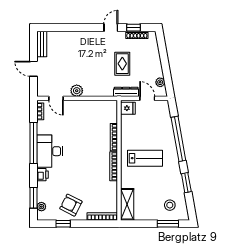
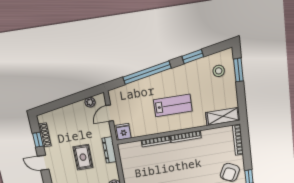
rug: (122, 64) -> (83, 157), moved, turned 90
dresser: (126, 92) -> (109, 150), moved
lab bench: (145, 158) -> (173, 105), turned 90

